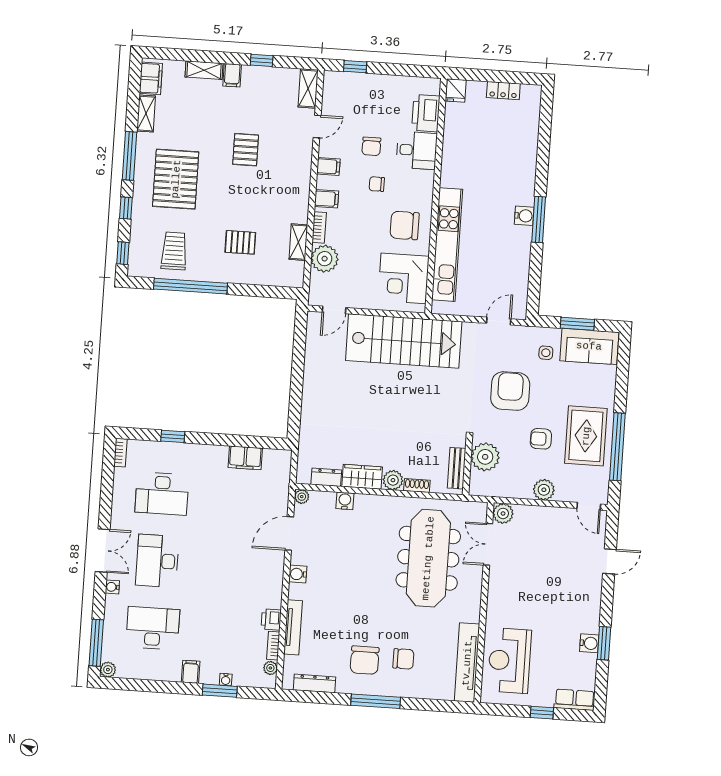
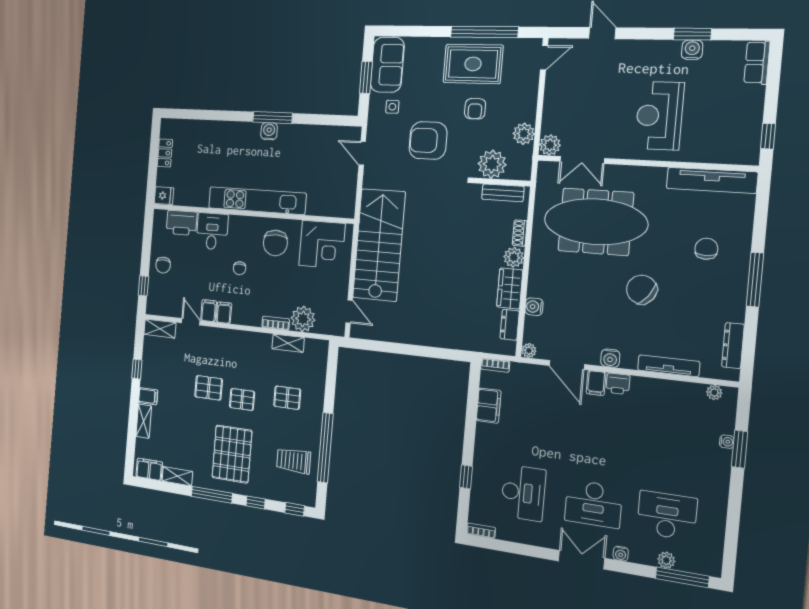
chair: (371, 146) -> (163, 265), moved, turned 90
pallet: (176, 179) -> (232, 454), turned 90
pallet: (235, 190) -> (242, 399), added
filing cabinet: (326, 199) -> (209, 311), moved
pallet: (240, 242) -> (287, 398), turned 90
kitchen unit: (447, 245) -> (257, 201), moved
plant: (544, 490) -> (524, 134), moved
printer: (271, 620) -> (618, 384), moved
desk: (153, 628) -> (667, 515), turned 90
bookcase: (273, 646) -> (495, 365), moved
chair: (365, 660) -> (642, 290), moved, turned -144
reception desk: (509, 661) -> (659, 116), moved, turned 90
plant: (108, 670) -> (666, 560), moved
filing cabinet: (191, 672) -> (596, 383), moved, turned -90
window: (542, 713) -> (768, 136), moved

